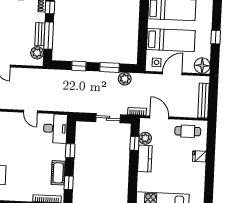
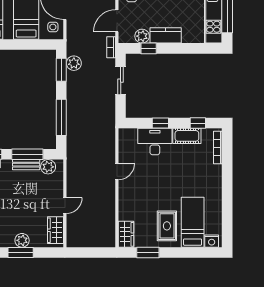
window: (79, 66) -> (61, 117), width x2.17
window: (110, 67) -> (61, 70), moved
desk: (55, 129) -> (155, 142), moved

